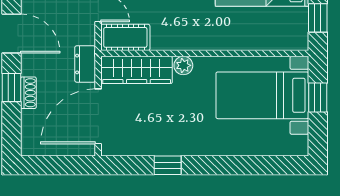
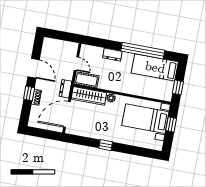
window: (168, 165) -> (106, 145), moved

